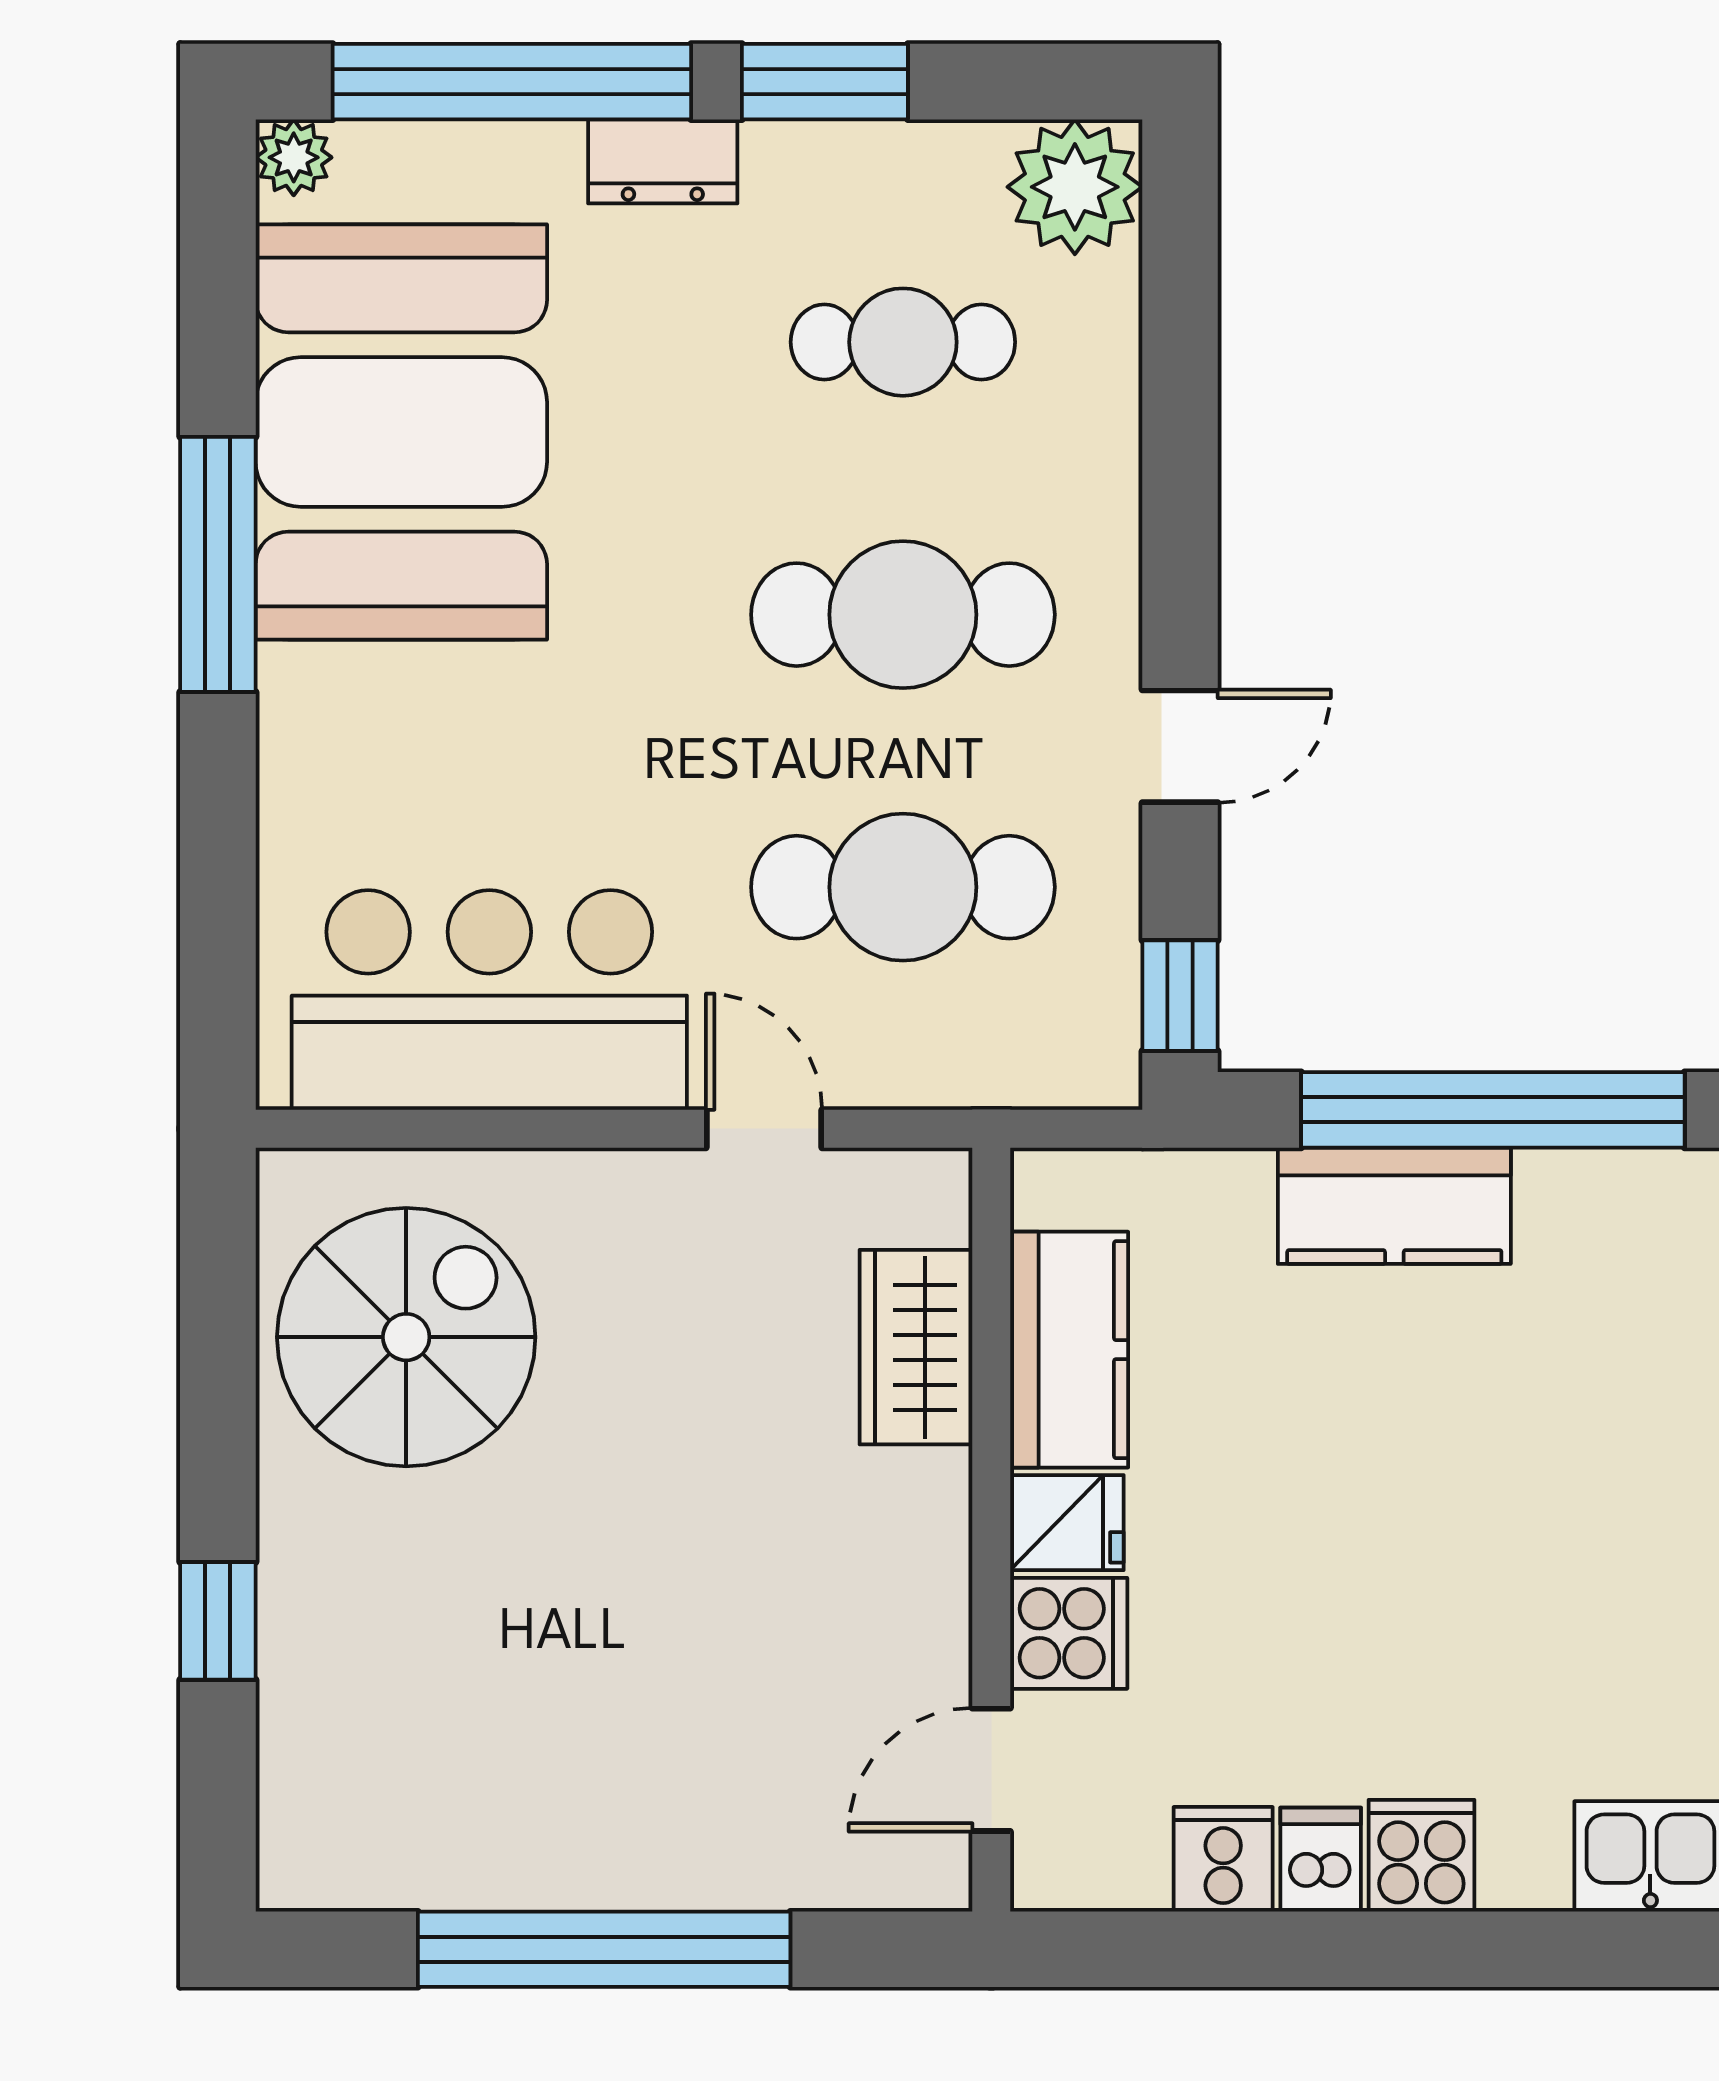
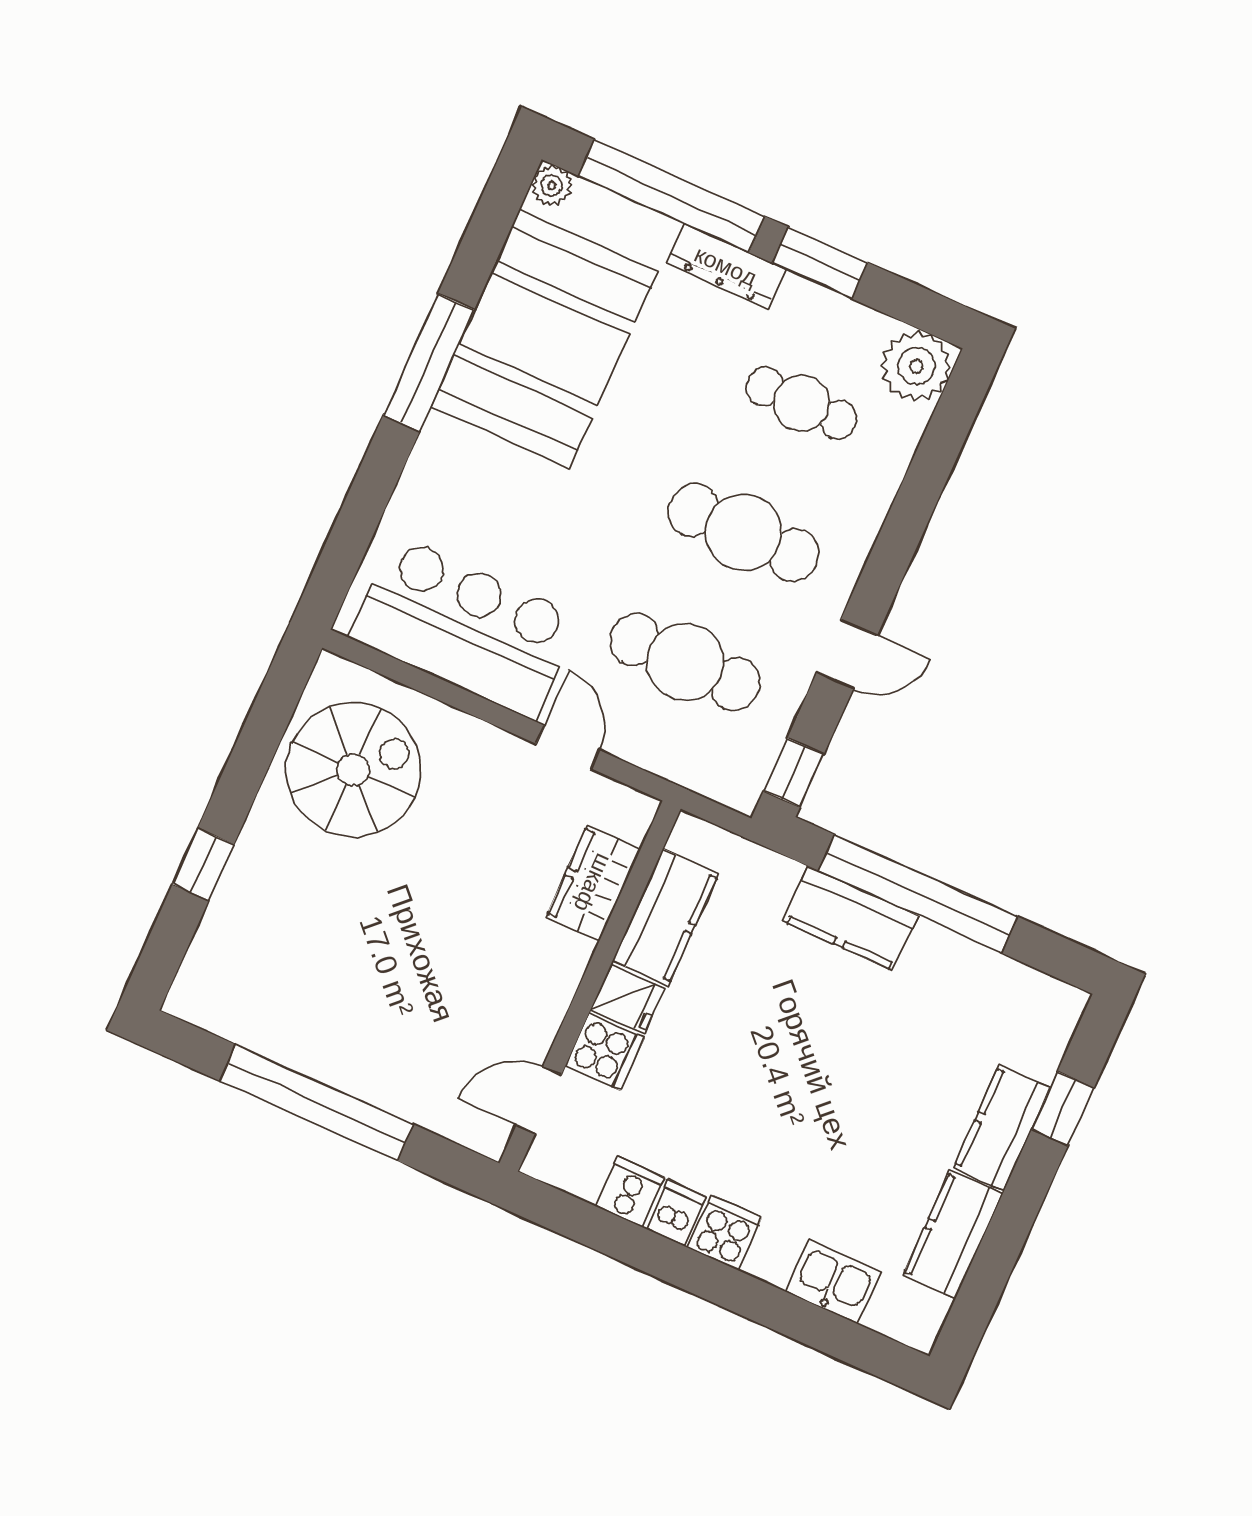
dresser: (663, 161) -> (726, 266), width x1.44

